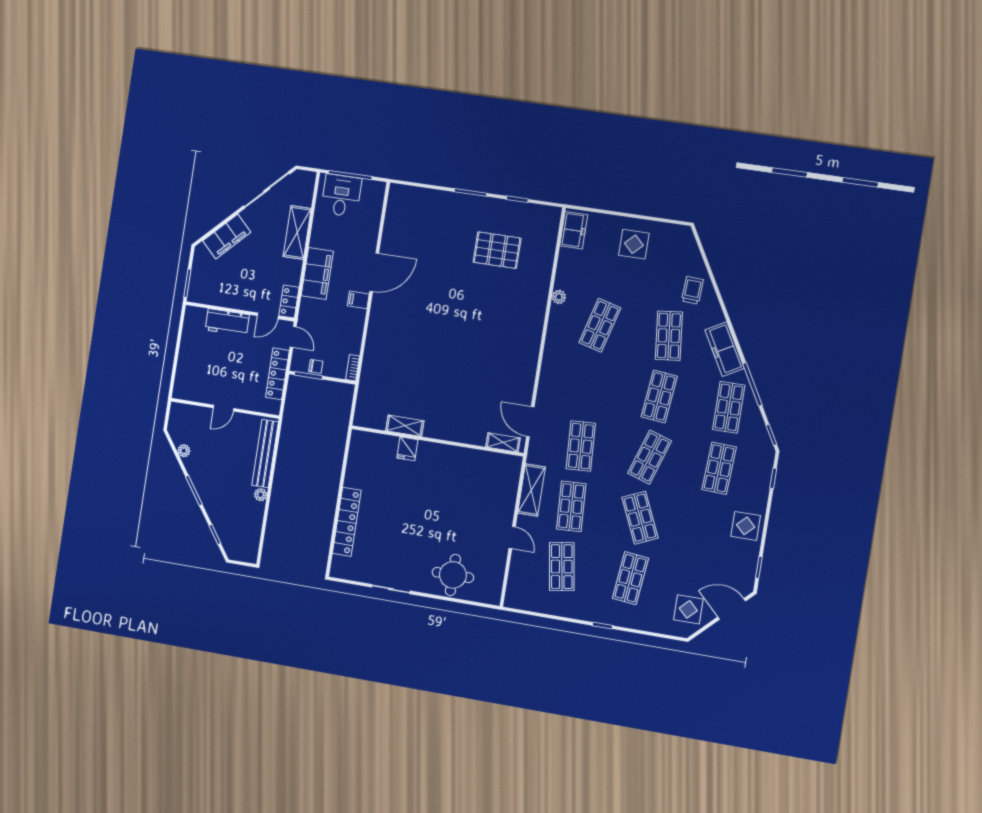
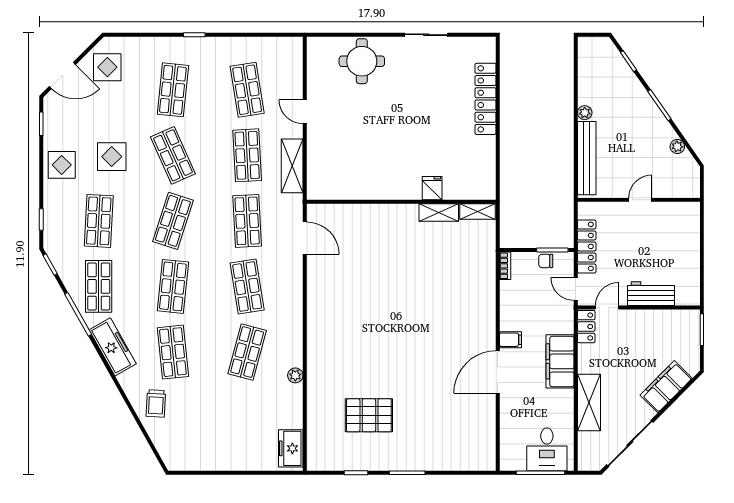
display table: (634, 244) -> (112, 157), moved
shop shelf: (590, 386) -> (247, 286), added
shelving: (503, 442) -> (477, 211), moved

